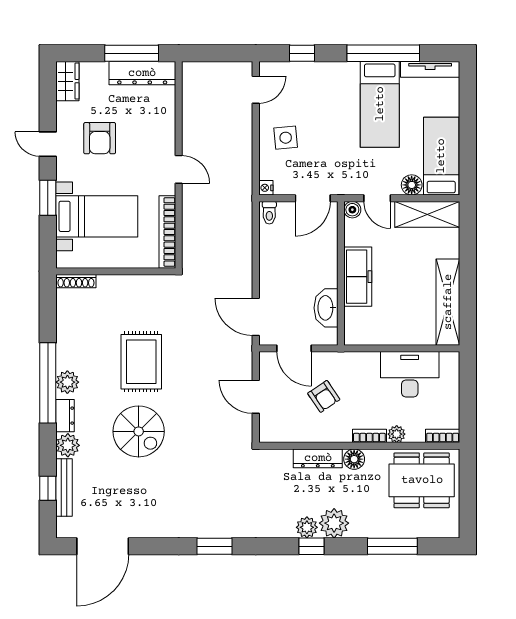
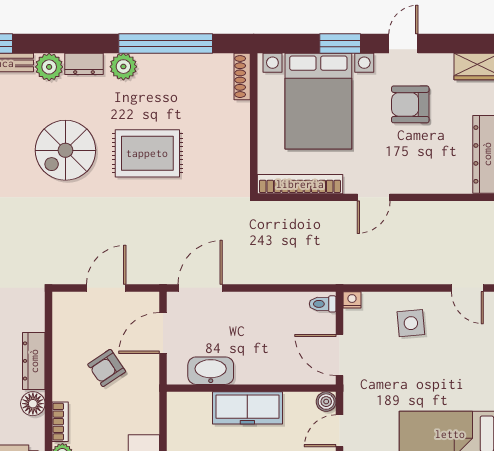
bed with nightstands: (97, 216) -> (318, 101), width x1.36
window: (48, 383) -> (166, 43), moved

